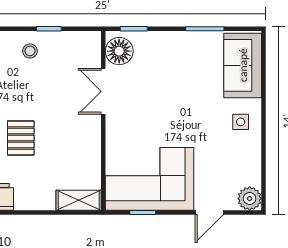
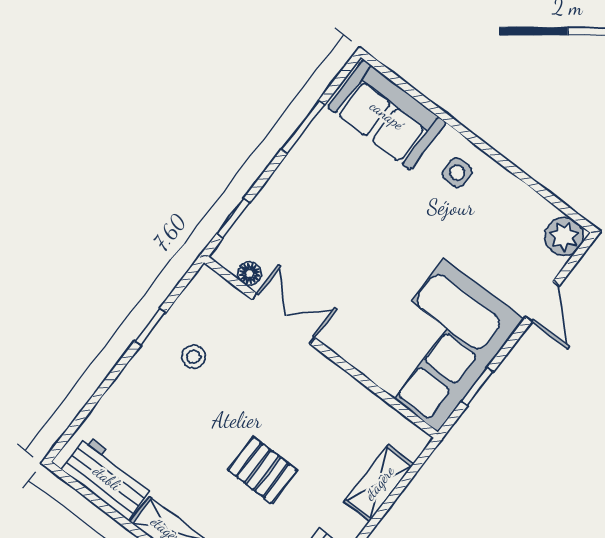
stool: (30, 51) -> (194, 357), moved
floor lamp: (119, 51) -> (250, 274), width x0.53, depth x0.53
double door: (103, 91) -> (283, 319), swing flipped
shelving: (79, 200) -> (379, 483), moved

